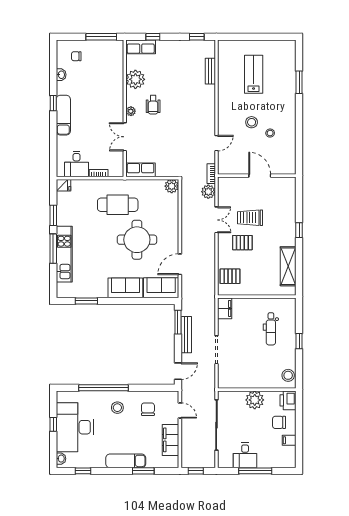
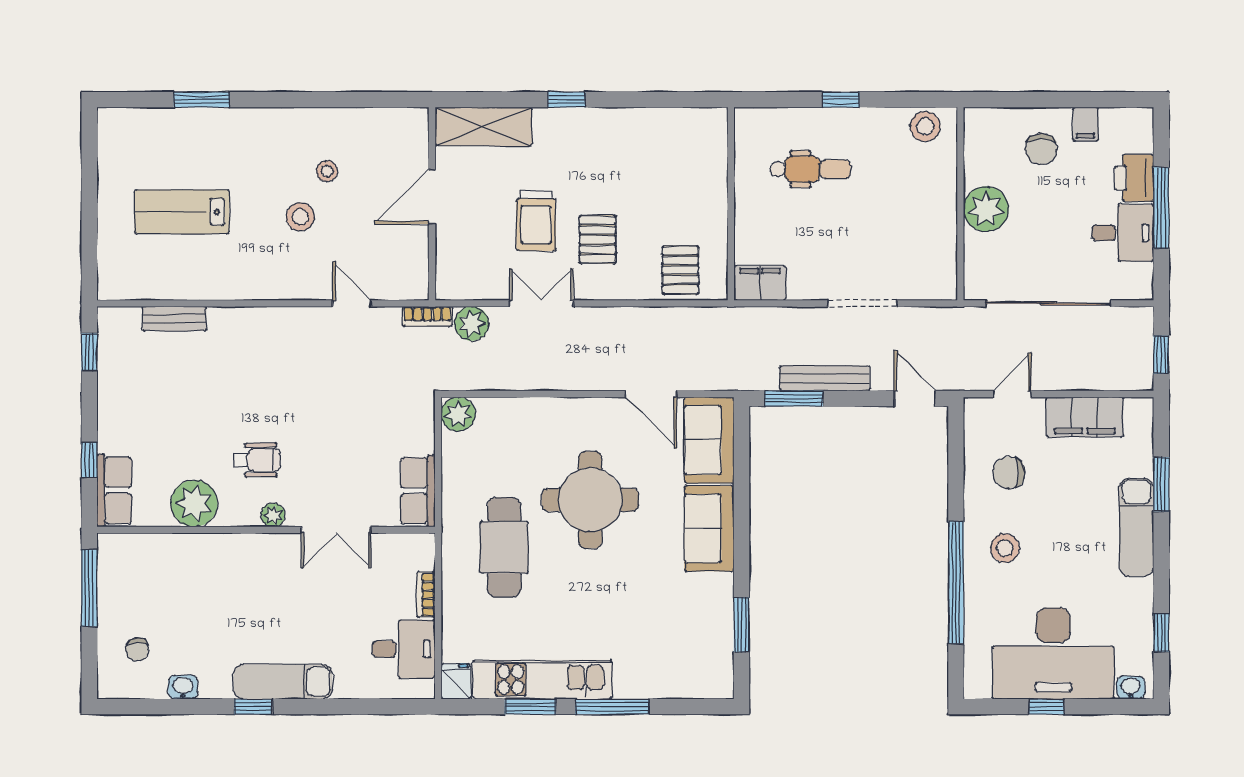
kitchen unit: (64, 254) -> (542, 679), moved
shelving: (288, 266) -> (483, 126), moved
printer: (288, 400) -> (1134, 178), moved, turned 90

